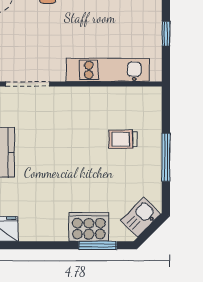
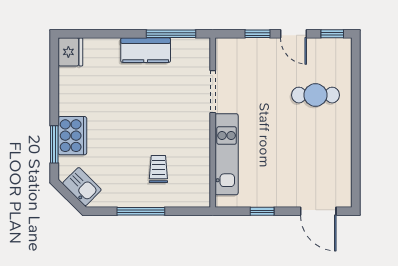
doorway: (28, 84) -> (213, 92), moved

